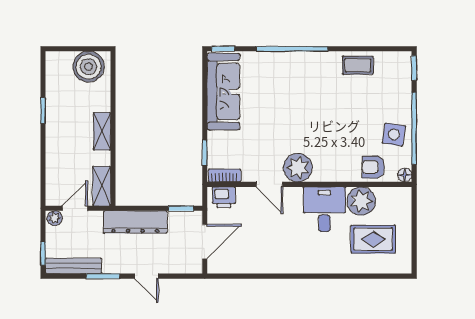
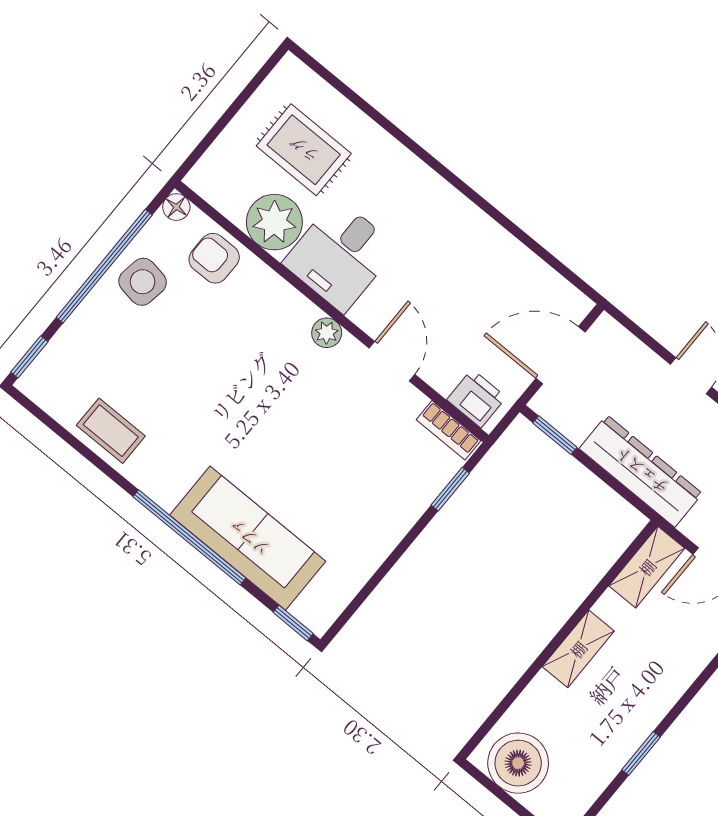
sofa: (223, 92) -> (248, 538), moved, turned 90
armchair: (373, 167) -> (214, 258), turned 180
plant: (298, 168) -> (327, 333), width x0.53, depth x0.53

